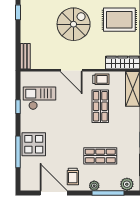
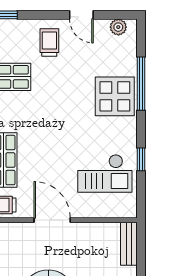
plant: (94, 186) -> (118, 27), moved
door: (54, 193) -> (81, 15), width x0.53

